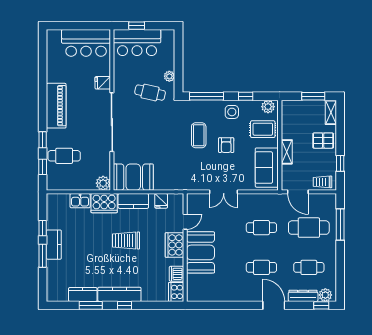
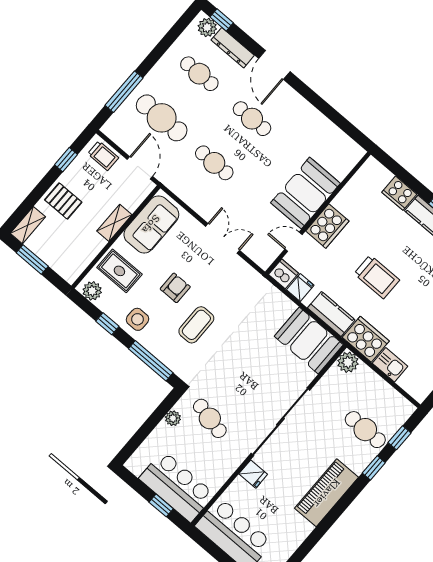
dishwasher: (176, 274) -> (283, 274), moved, turned -90
cooker: (176, 292) -> (399, 193), moved, turned 90

